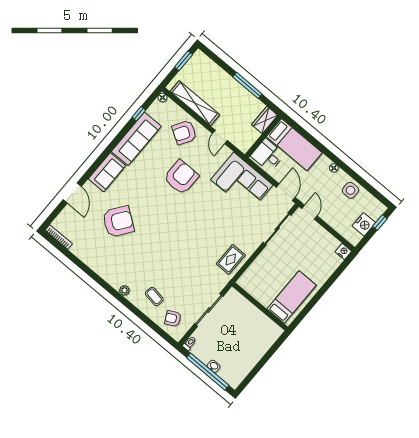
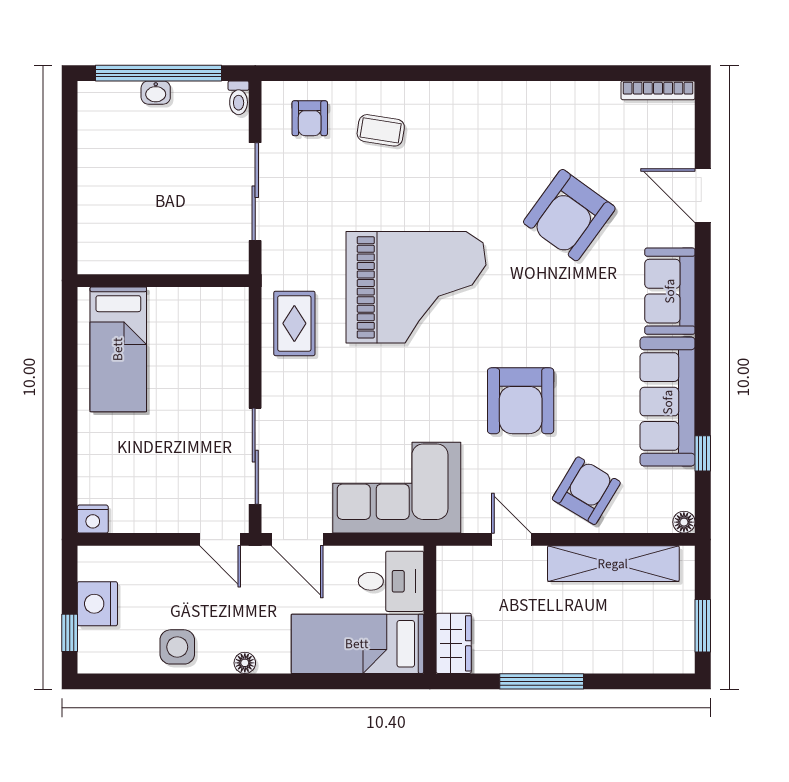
grand piano: (184, 239) -> (416, 287), added
plant: (124, 290) -> (447, 94), removed
armchair: (173, 319) -> (310, 118), turned 117

